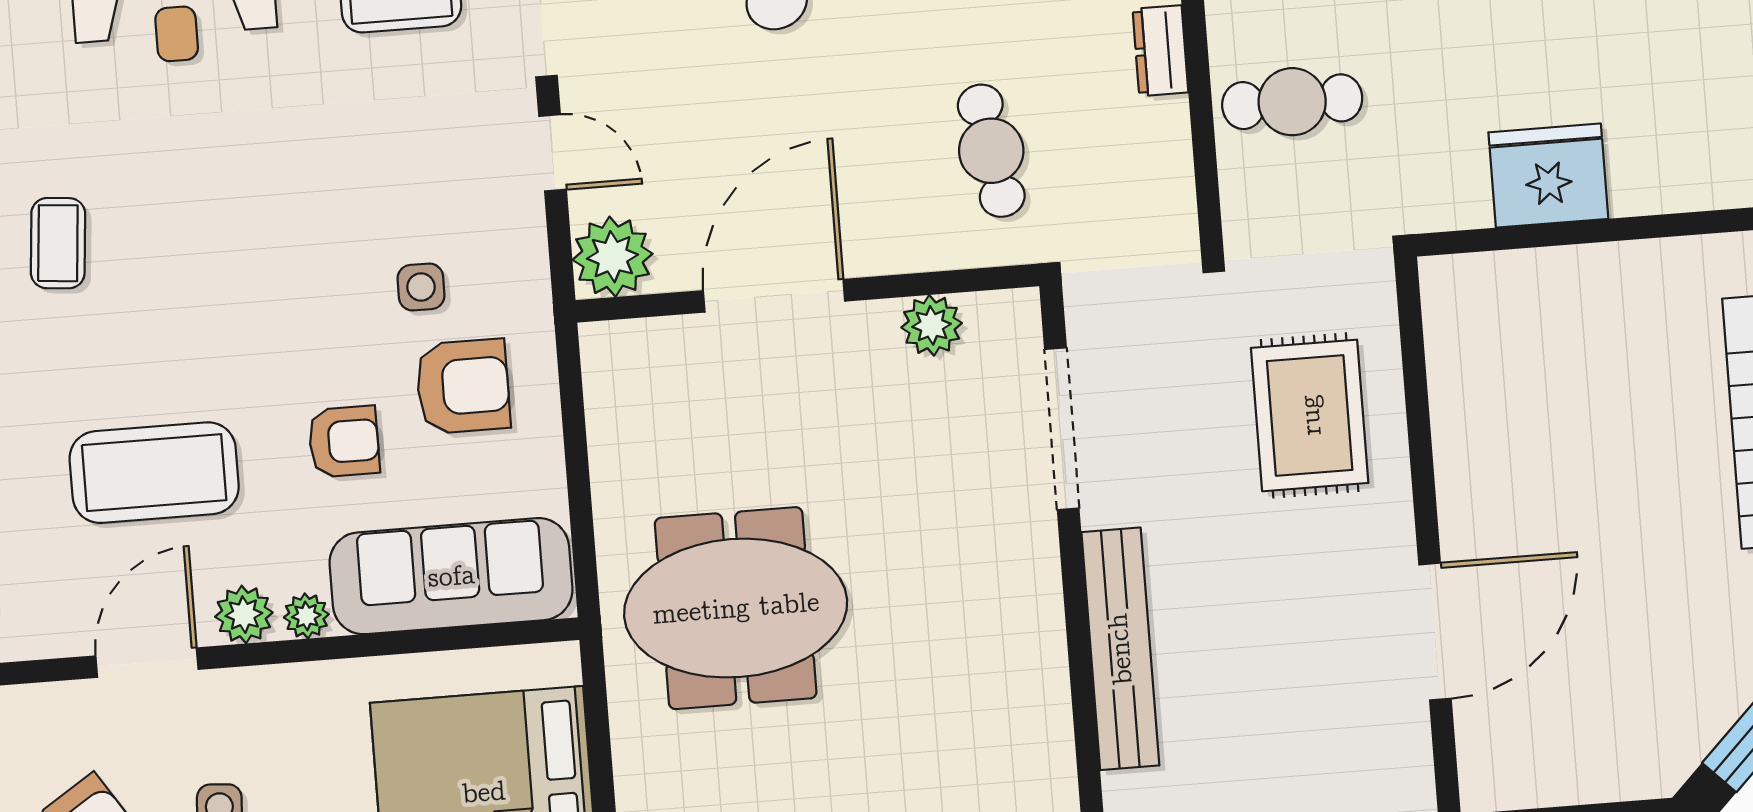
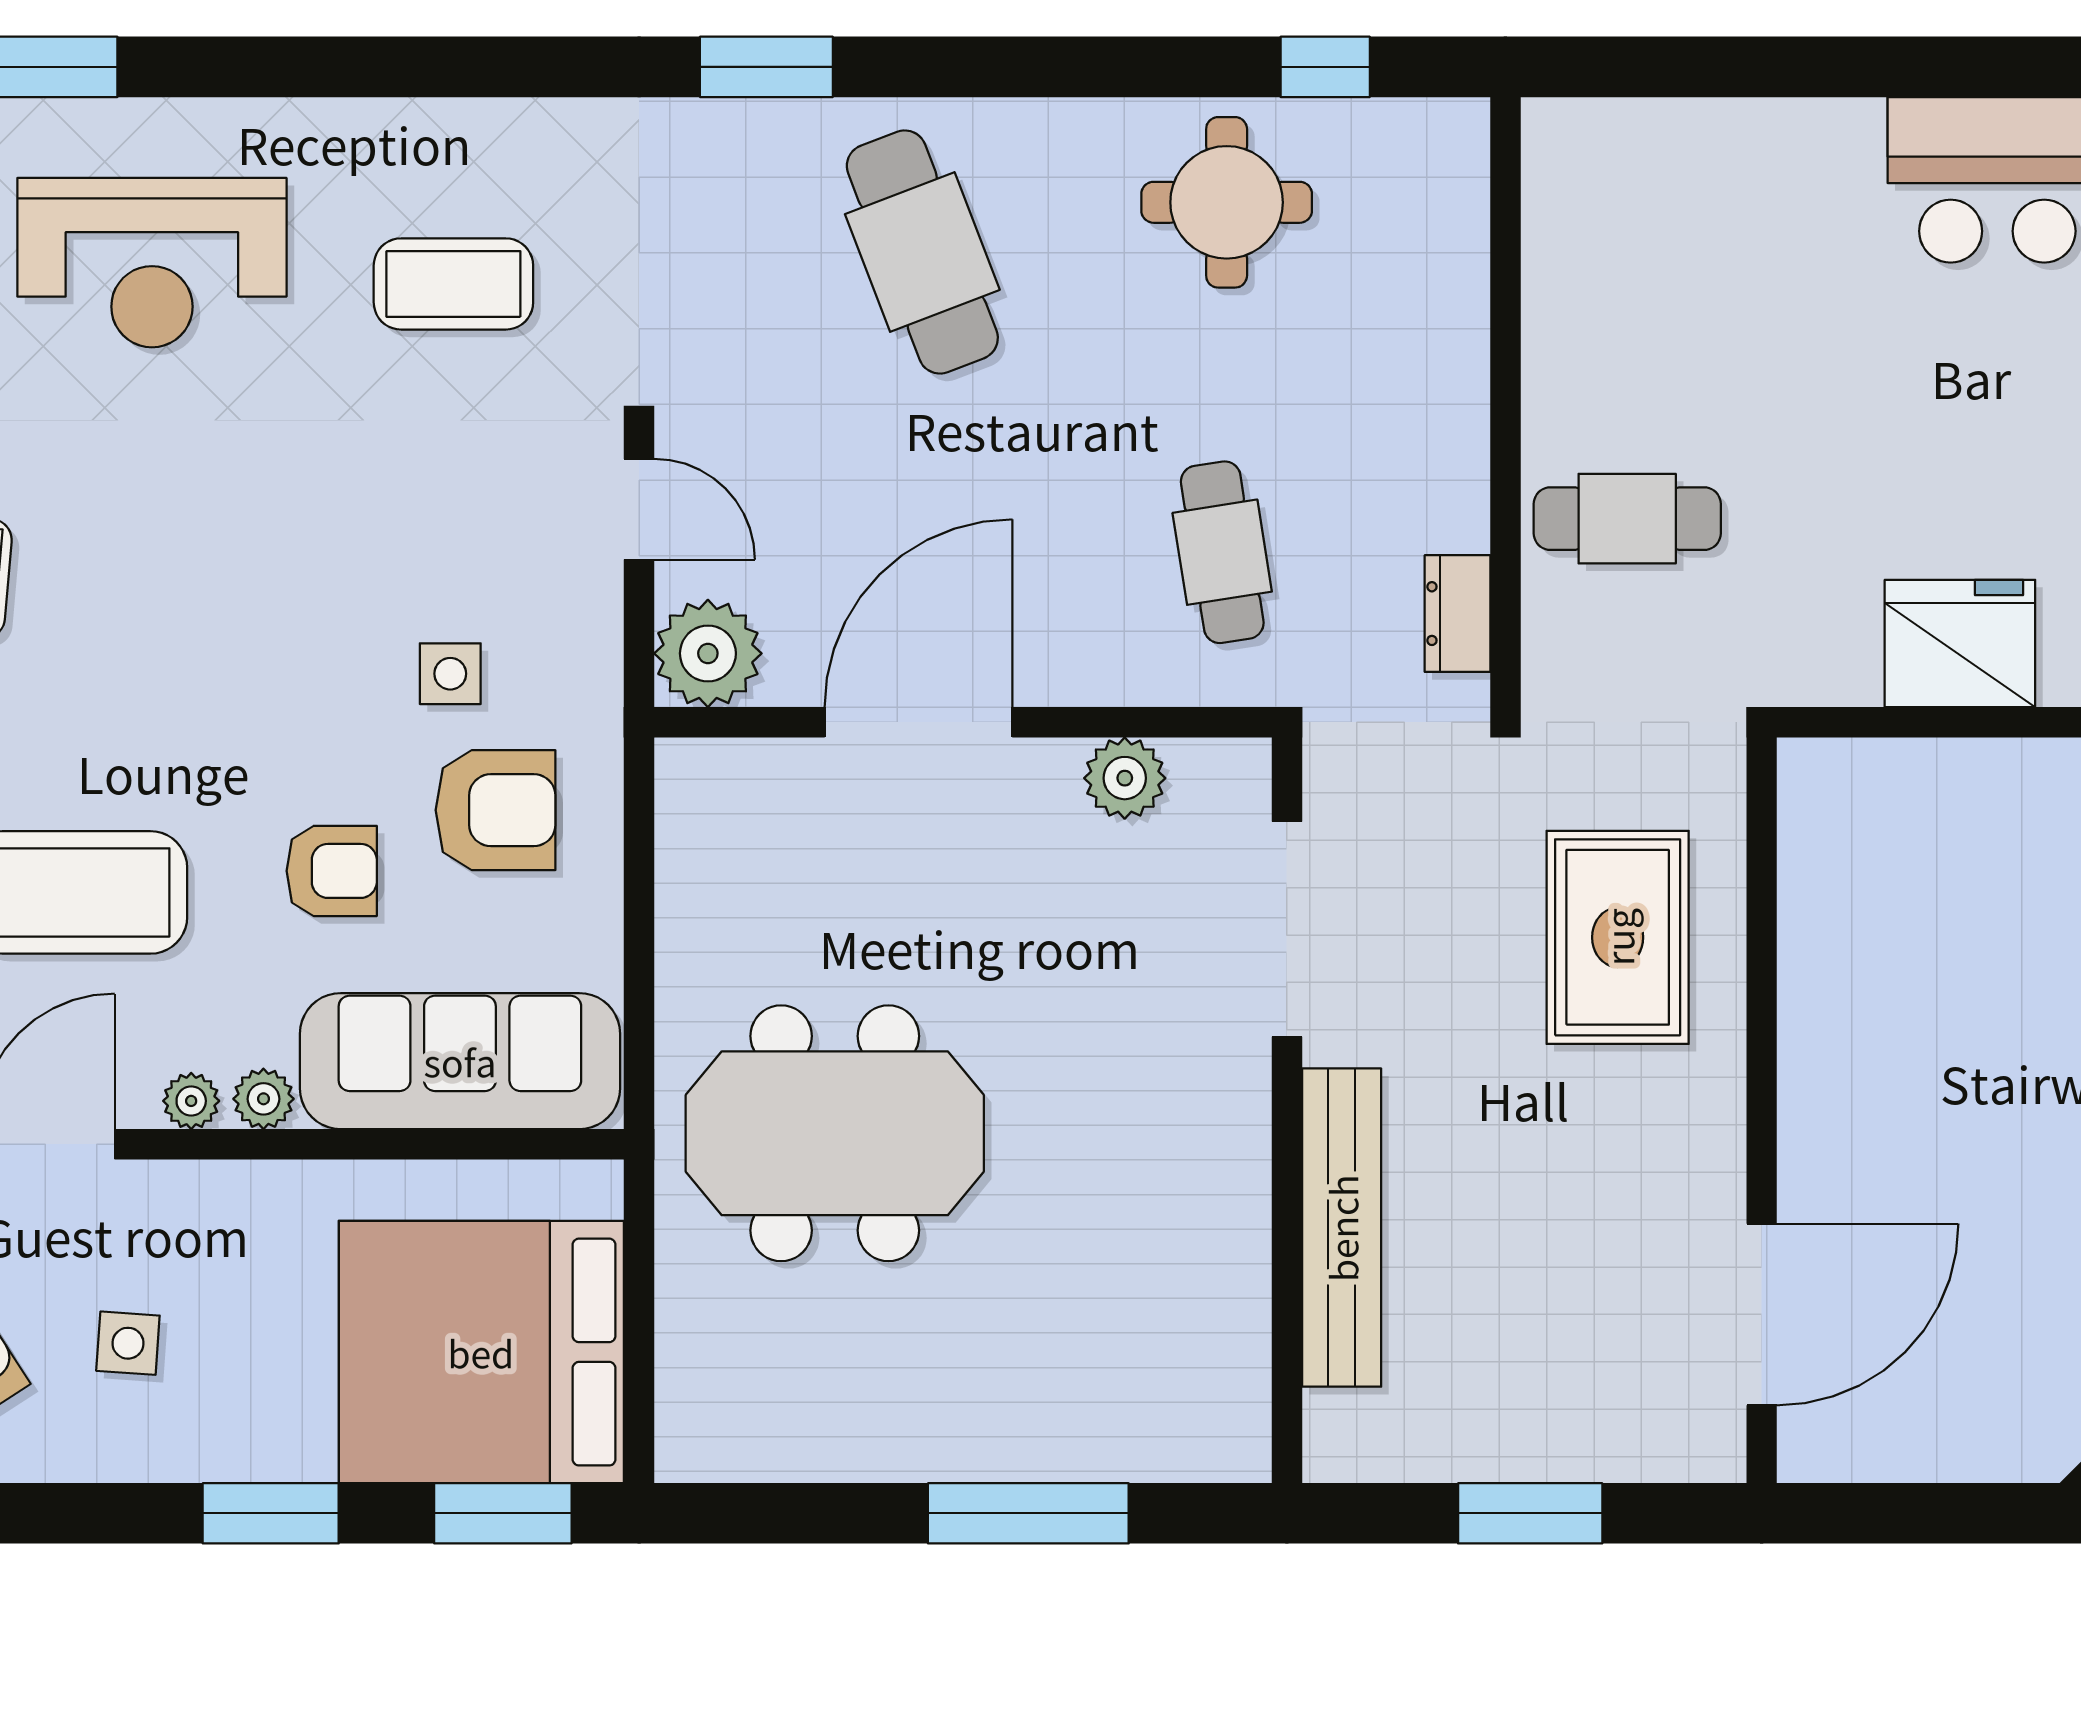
dresser: (1160, 51) -> (1458, 614), moved
plant: (244, 615) -> (191, 1101), width x0.73, depth x0.73
door: (1435, 632) -> (1762, 1314), moved

